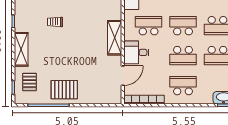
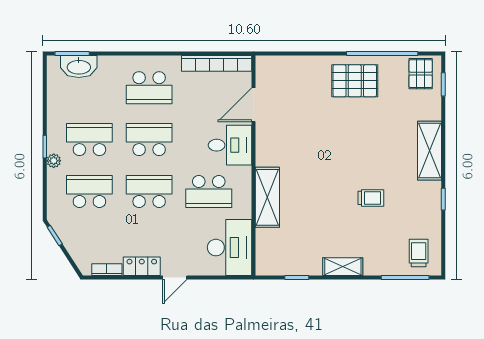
school desk: (183, 26) -> (149, 191), turned 180
shelving: (115, 38) -> (267, 197), moved
pallet: (29, 82) -> (421, 74), moved

